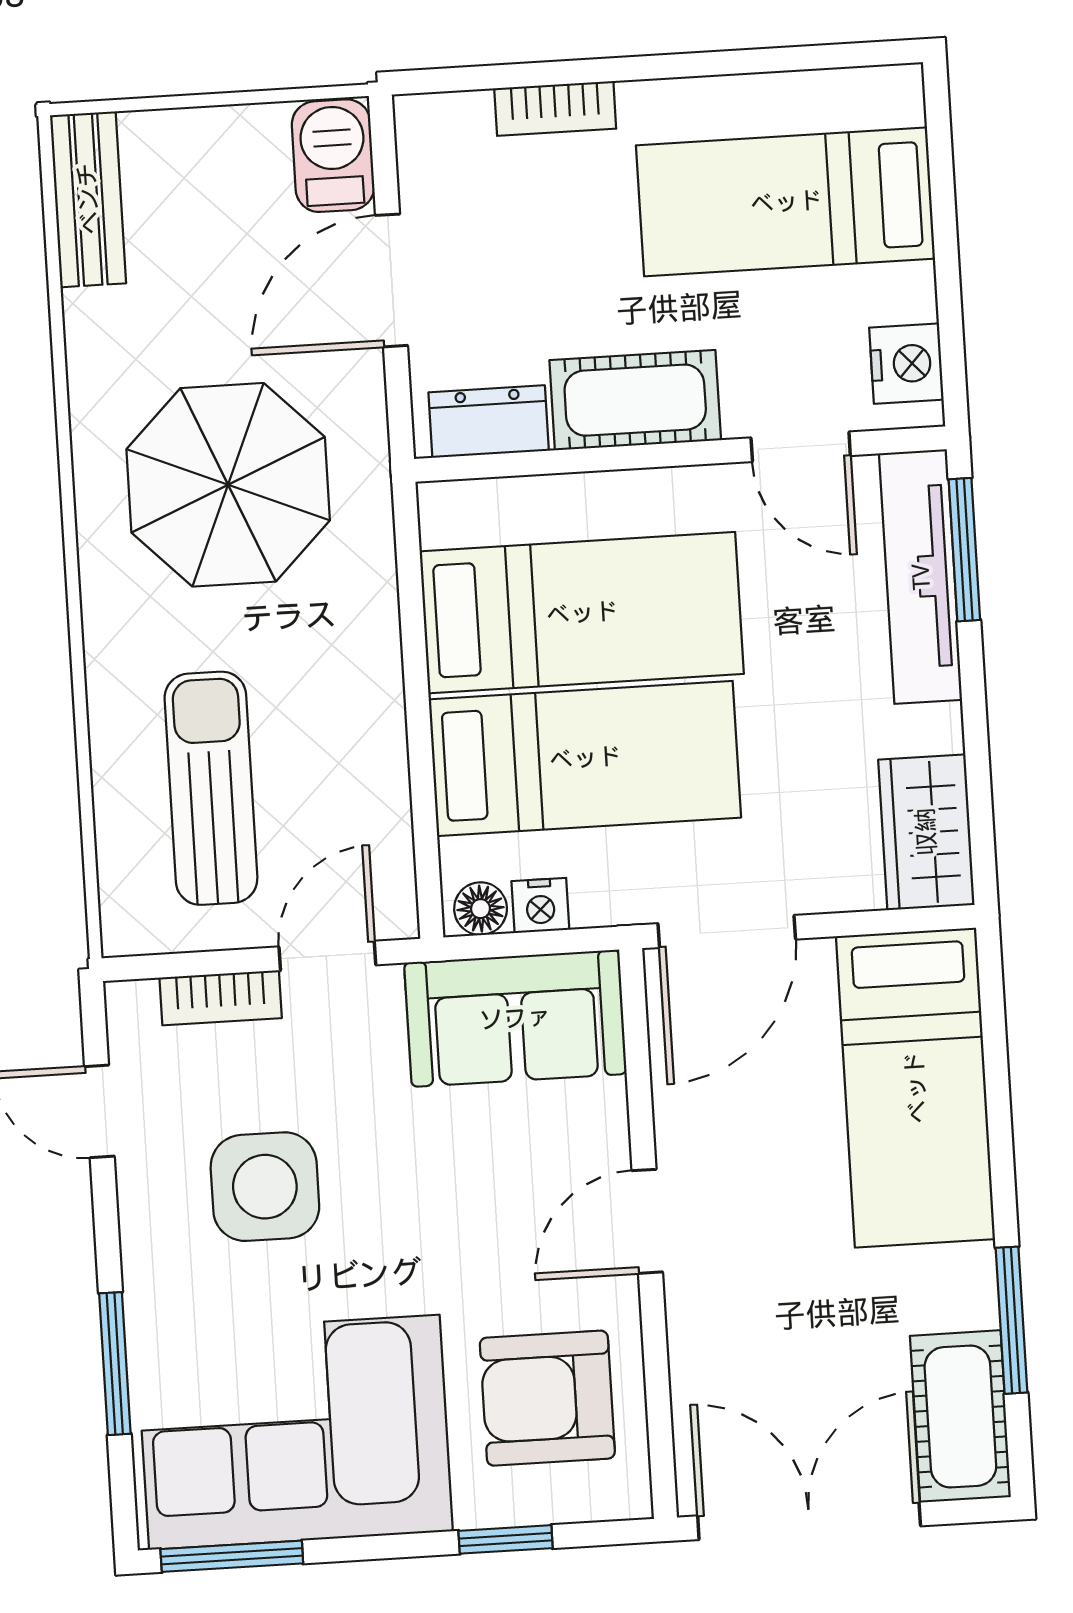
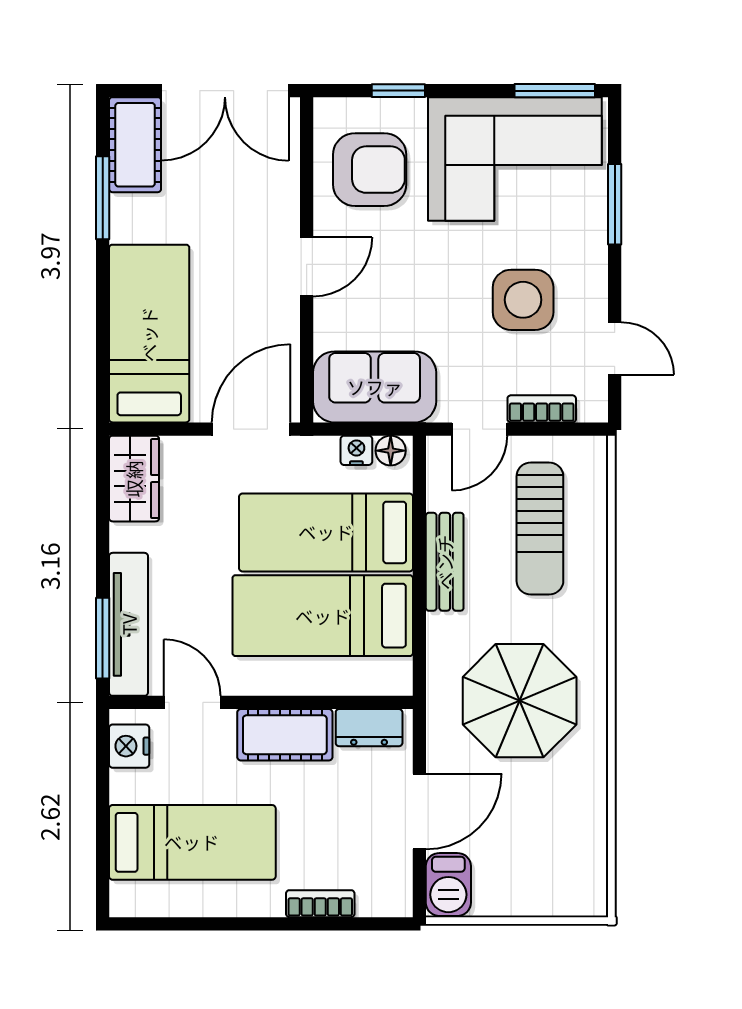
bench: (88, 199) -> (445, 562), moved

